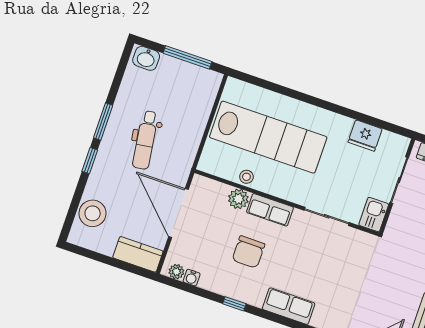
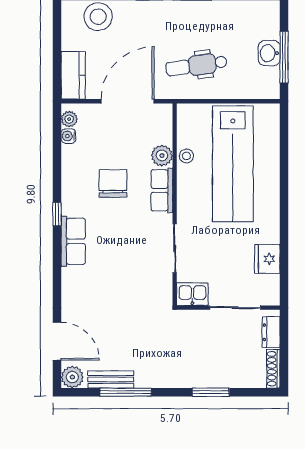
washbasin: (146, 58) -> (269, 53), moved
dental chair: (145, 140) -> (196, 65), moved
chair: (248, 252) -> (113, 183), turned 90
window: (234, 304) -> (57, 214), moved

